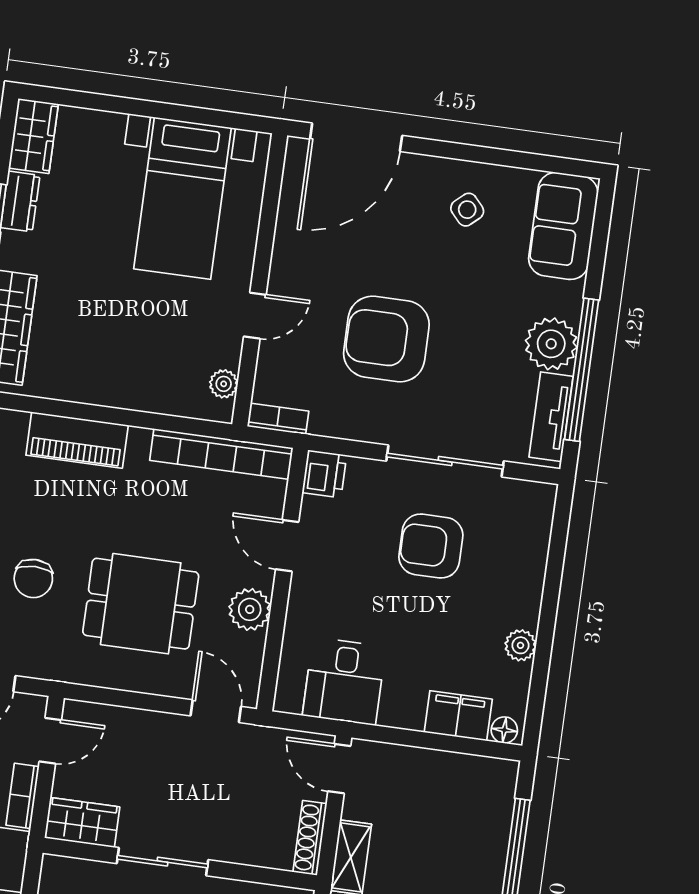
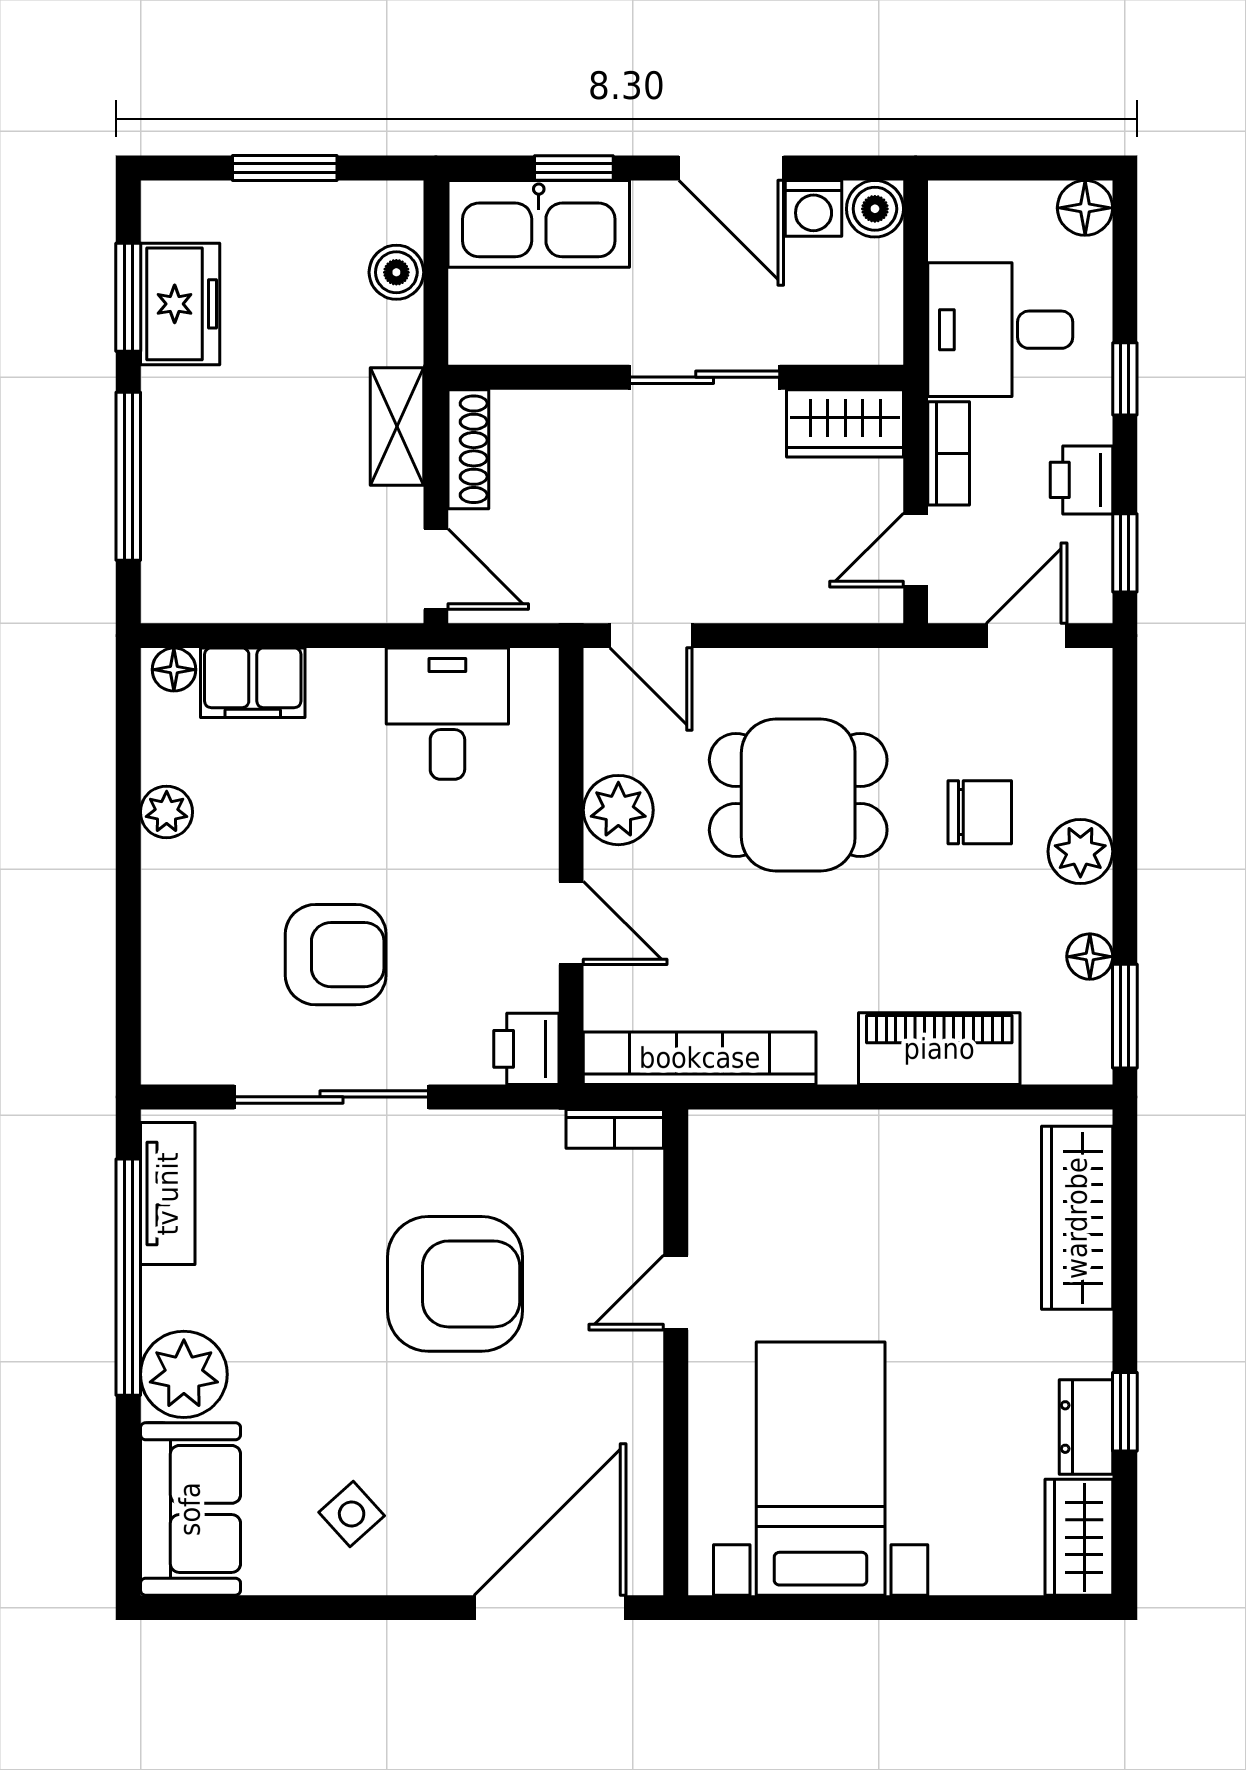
plant: (551, 344) -> (184, 1374), moved
plant: (224, 384) -> (712, 1174), removed
chair: (33, 578) -> (980, 812), turned 90

